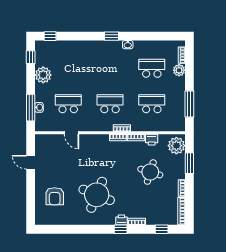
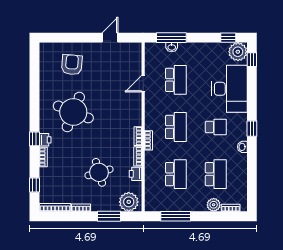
desk: (76, 56) -> (229, 89), added
school desk: (110, 68) -> (216, 127), added
plant: (43, 75) -> (238, 52), moved
round table: (150, 172) -> (99, 172), turned -33
armchair: (55, 196) -> (72, 65), turned 95

